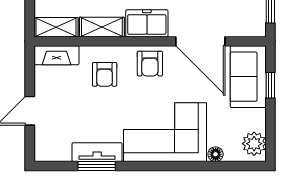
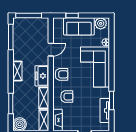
door: (200, 41) -> (51, 50), width x0.53
sofa: (248, 77) -> (79, 26), moved
tv unit: (97, 152) -> (105, 110), moved

